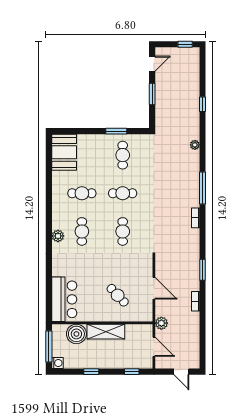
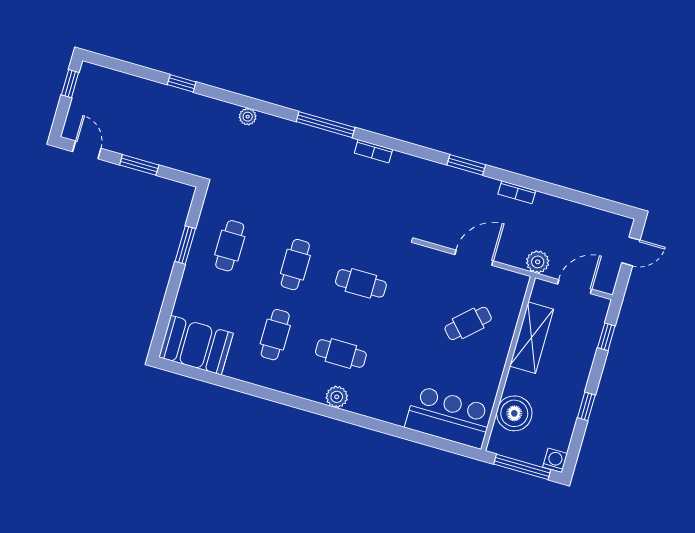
cafe table: (123, 155) -> (230, 246), turned 90
shelving: (106, 332) -> (532, 338), moved

